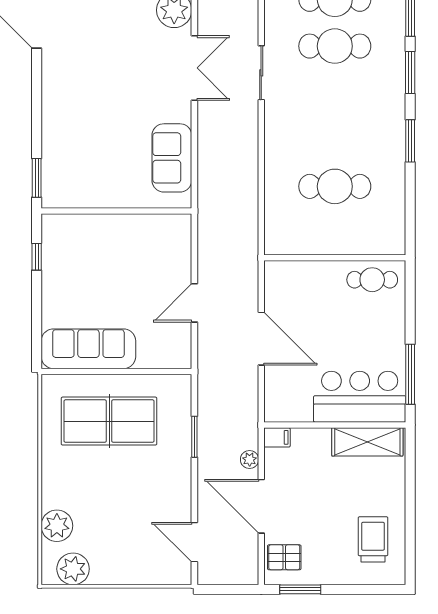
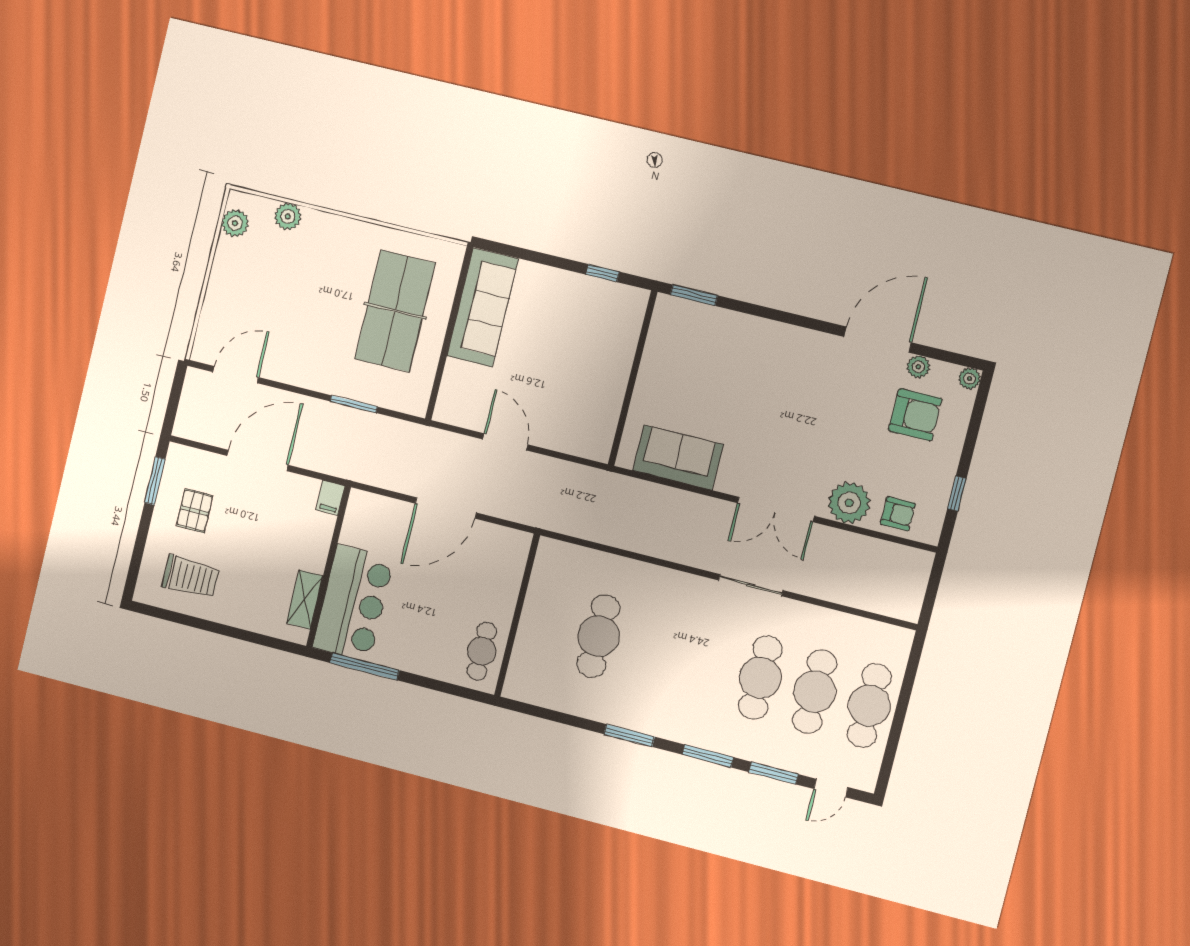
shelving: (367, 442) -> (305, 600), width x0.67, depth x0.75
plant: (250, 459) -> (313, 460), removed
plant: (57, 526) -> (288, 216), width x0.73, depth x0.73
pallet: (284, 557) -> (195, 511), moved
plant: (73, 569) -> (235, 223), width x0.73, depth x0.73

